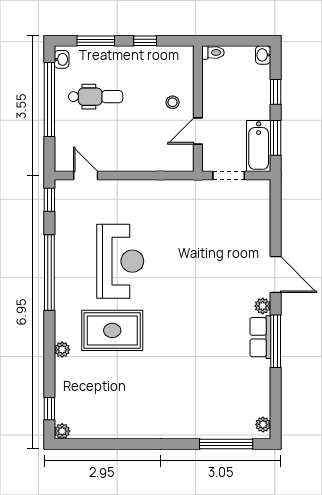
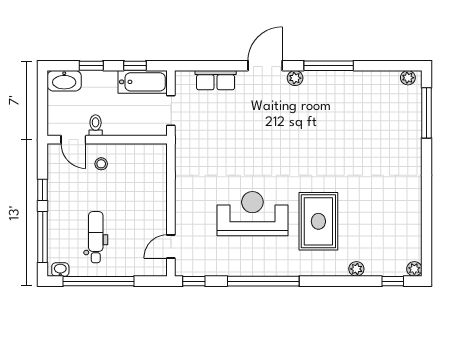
window: (96, 41) -> (43, 237), width x1.44
toilet: (213, 53) -> (96, 125), moved
washbasin: (263, 55) -> (64, 81), width x1.91, depth x1.45
door: (198, 131) -> (73, 140), moved
window: (276, 138) -> (135, 66), width x0.67
row of seats: (260, 337) -> (216, 80), moved
plant: (62, 350) -> (356, 269), moved

